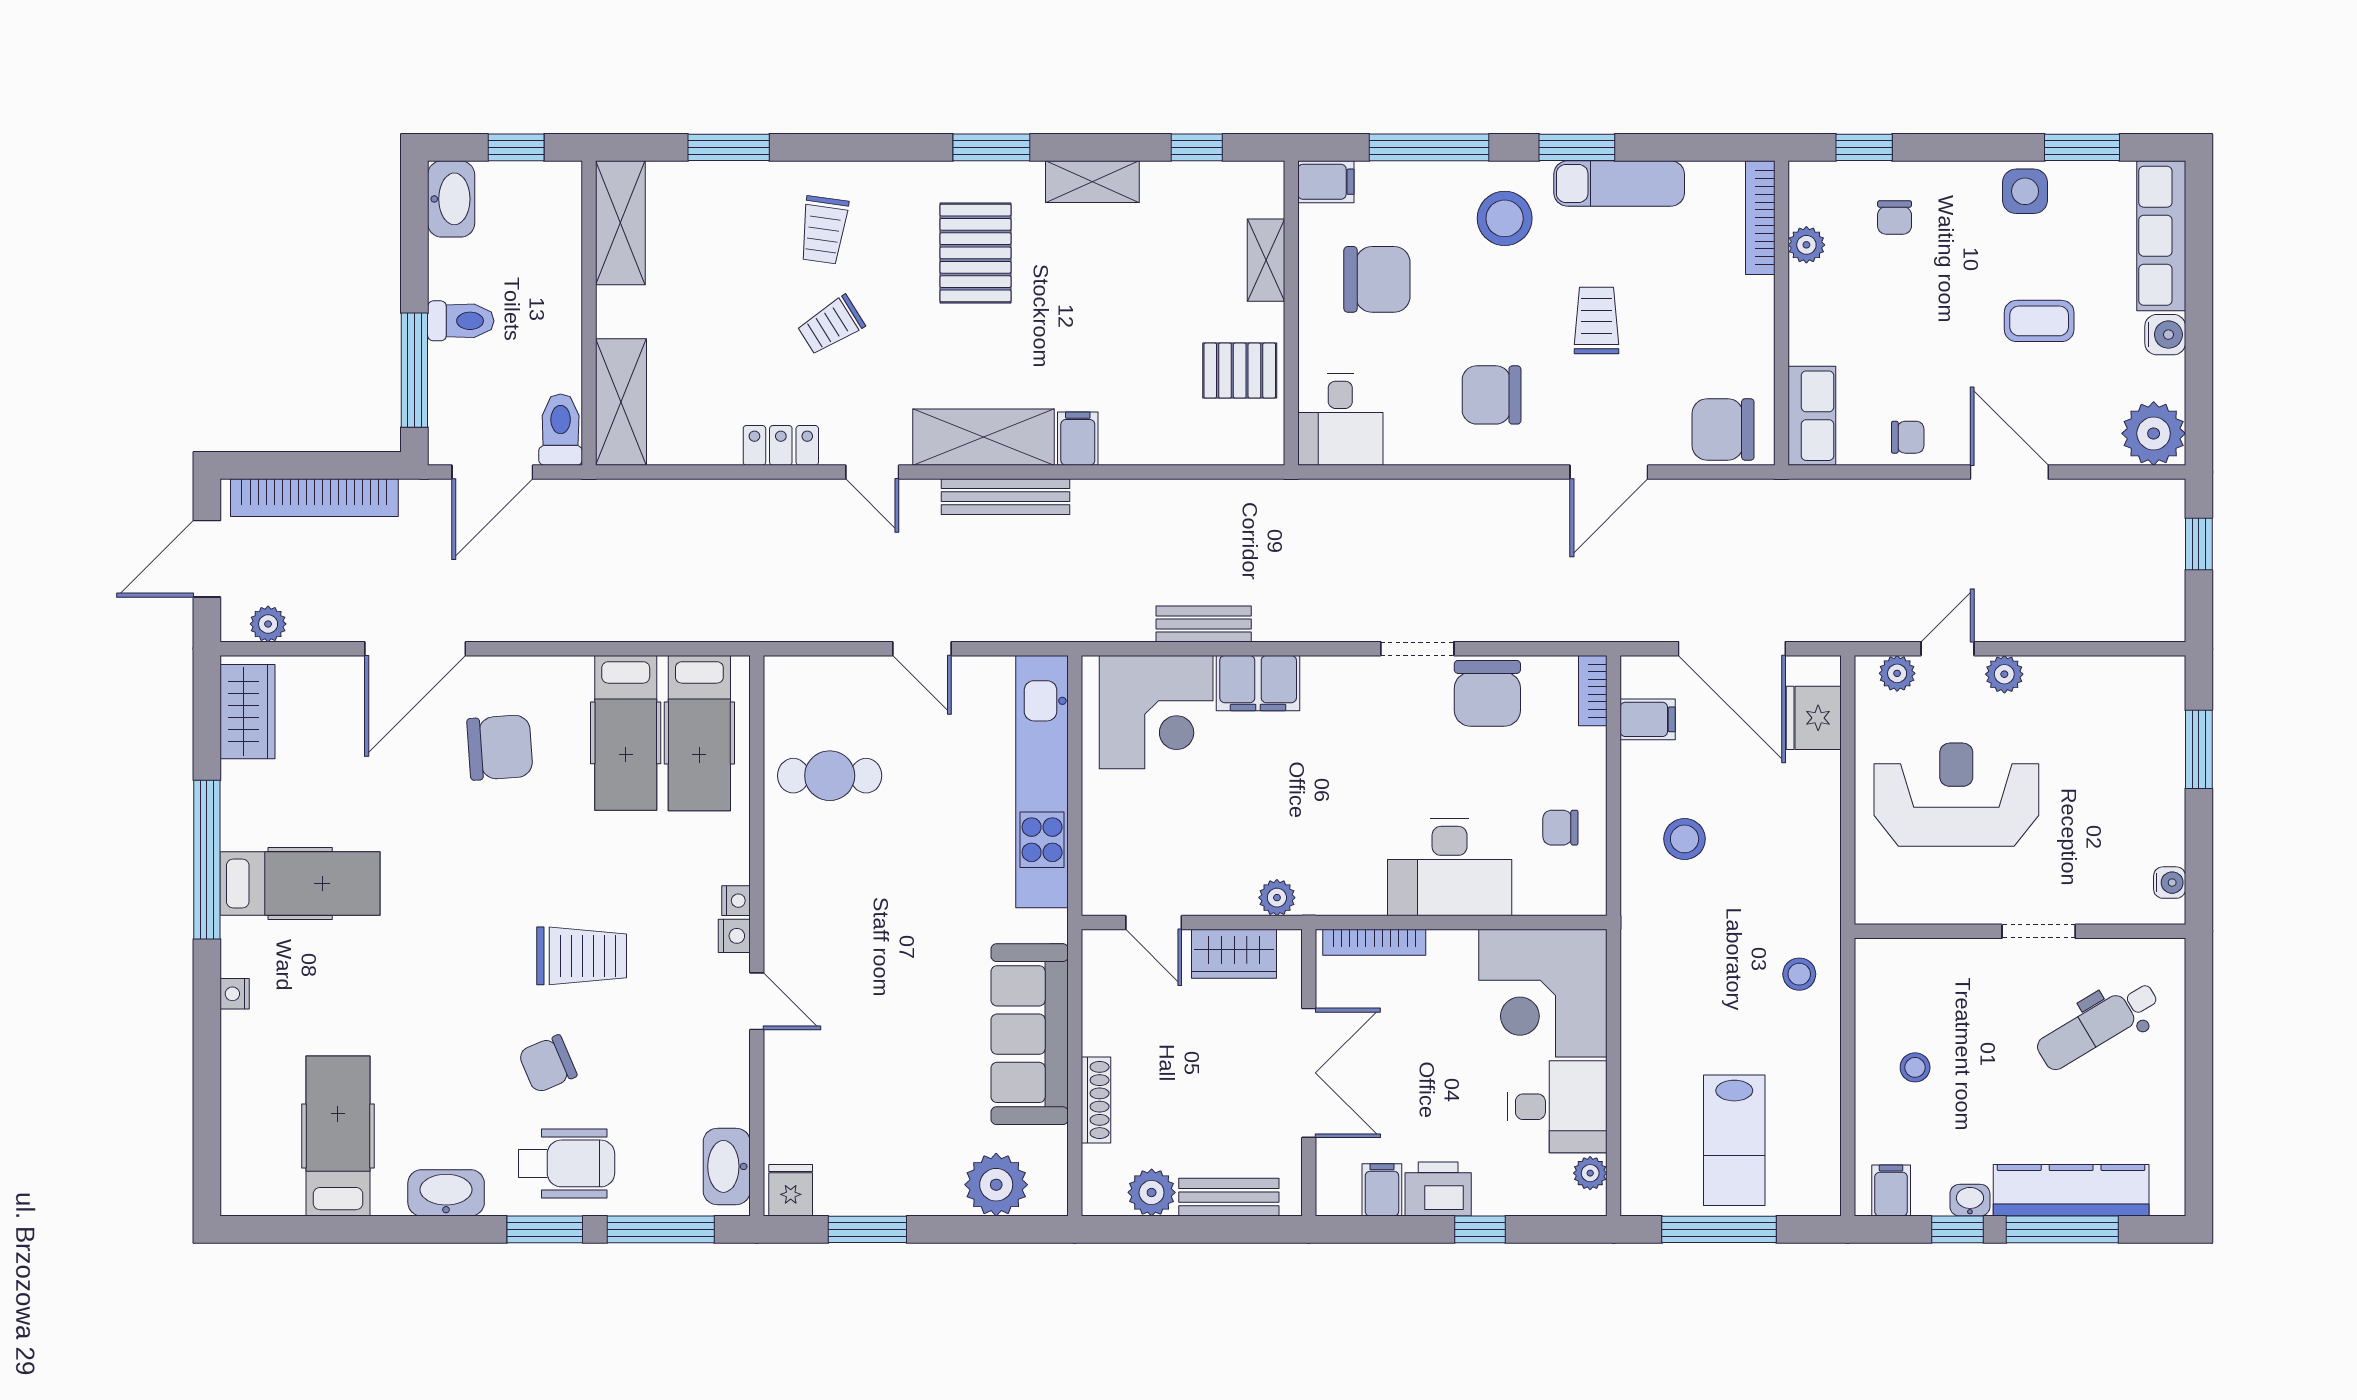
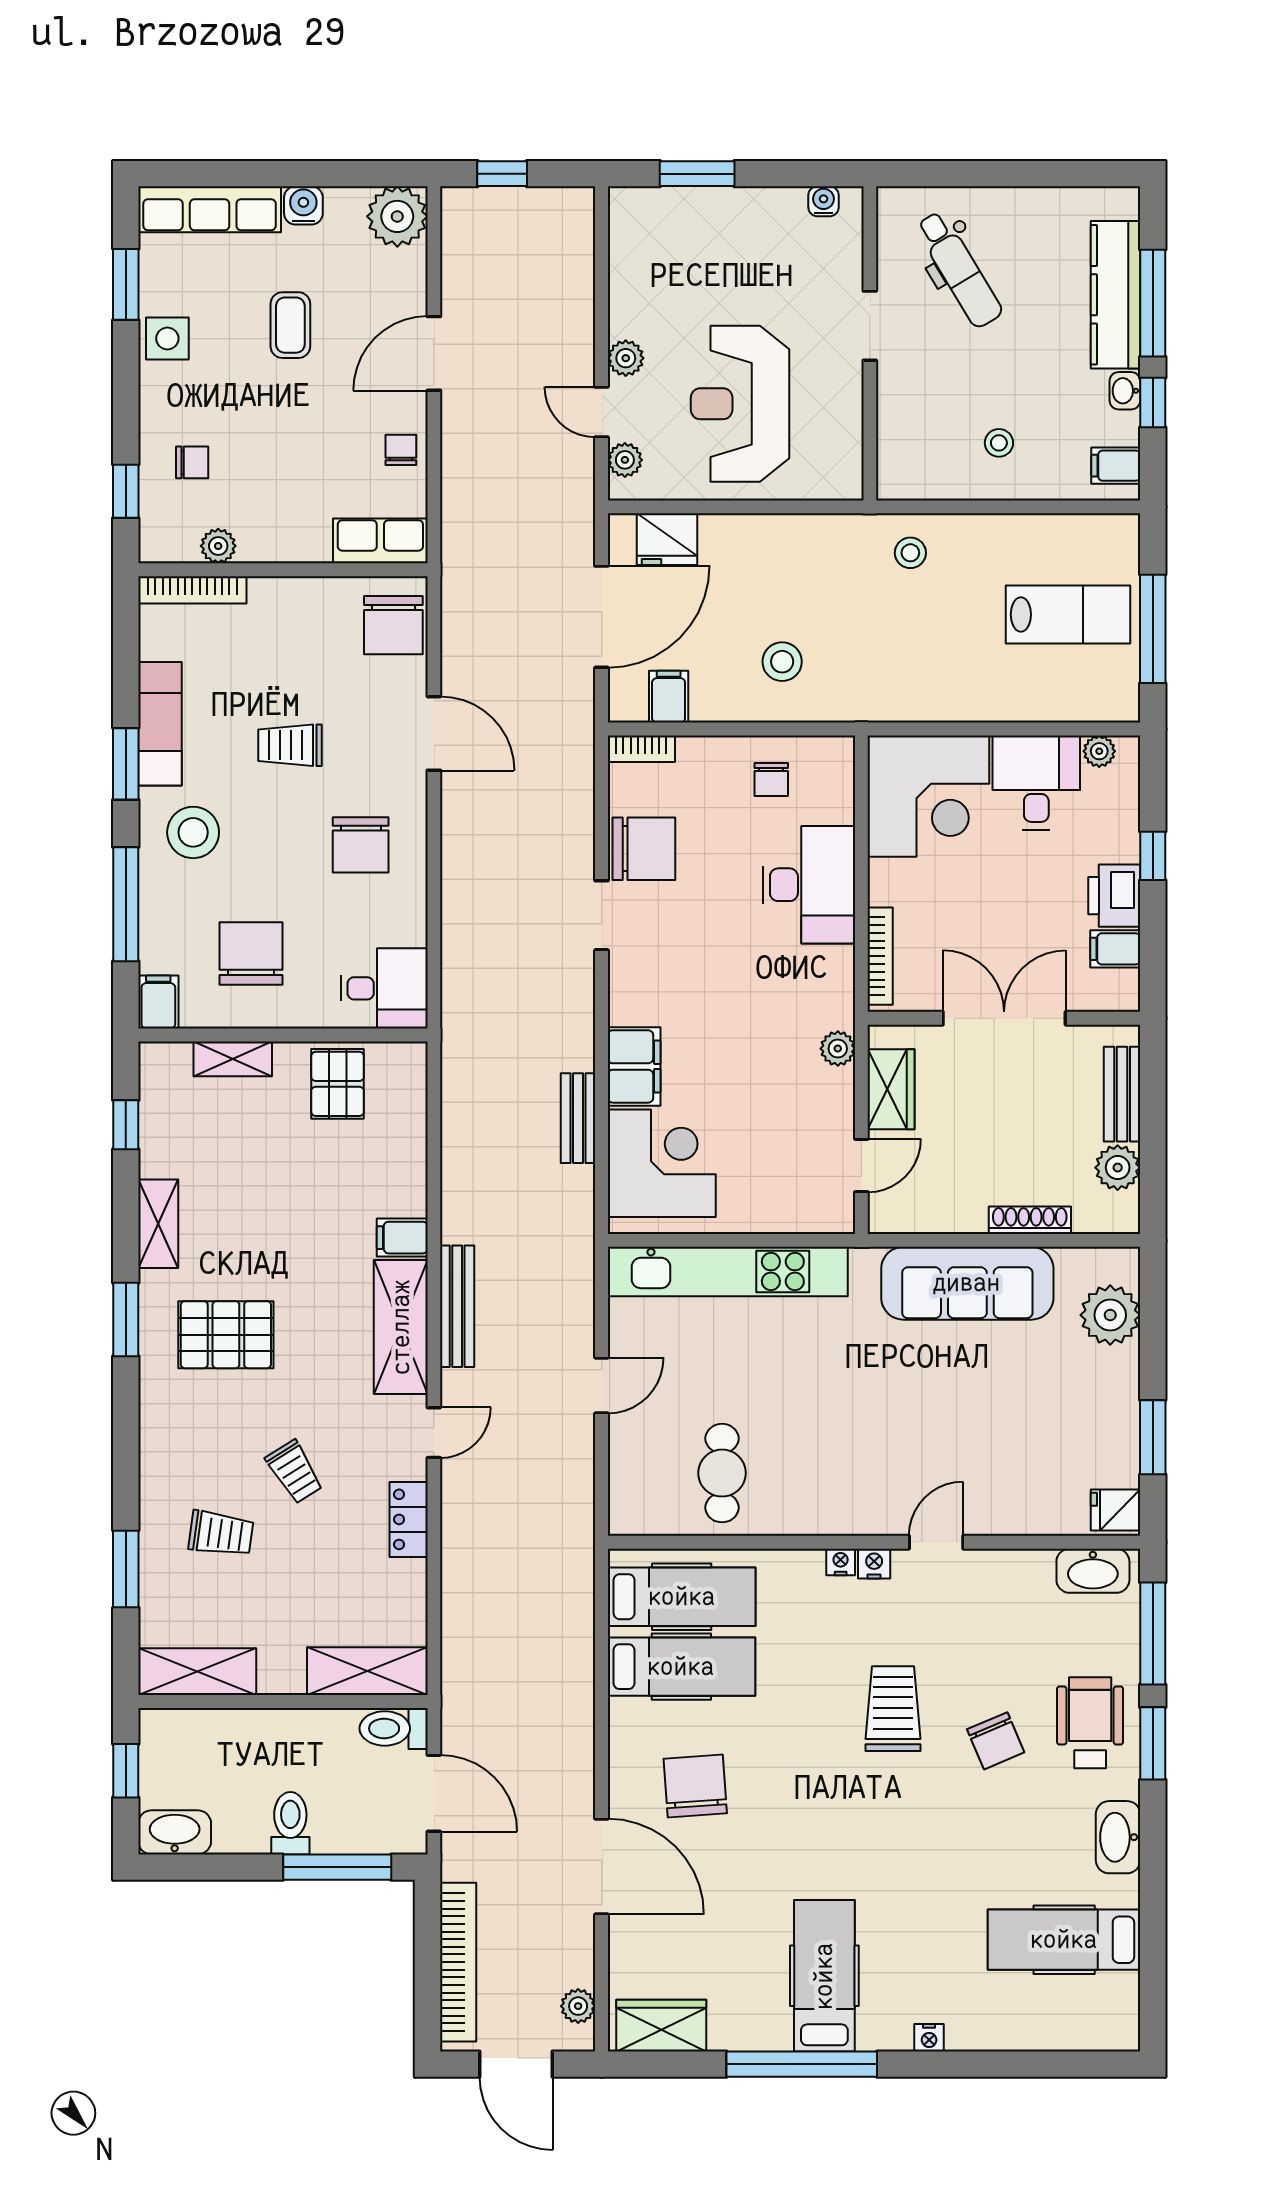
trolley: (824, 230) -> (221, 1534), moved

